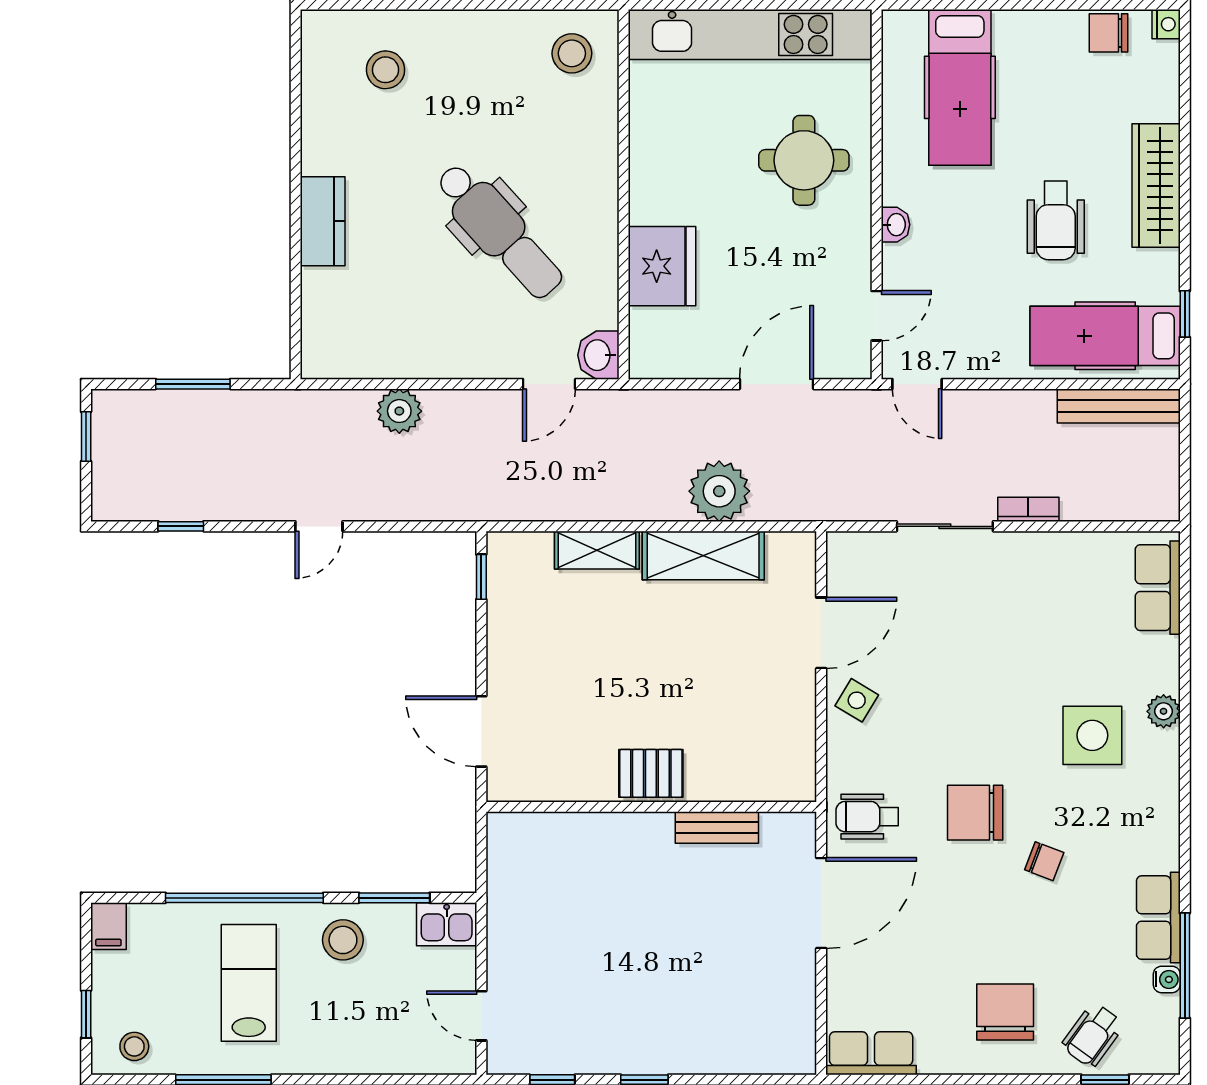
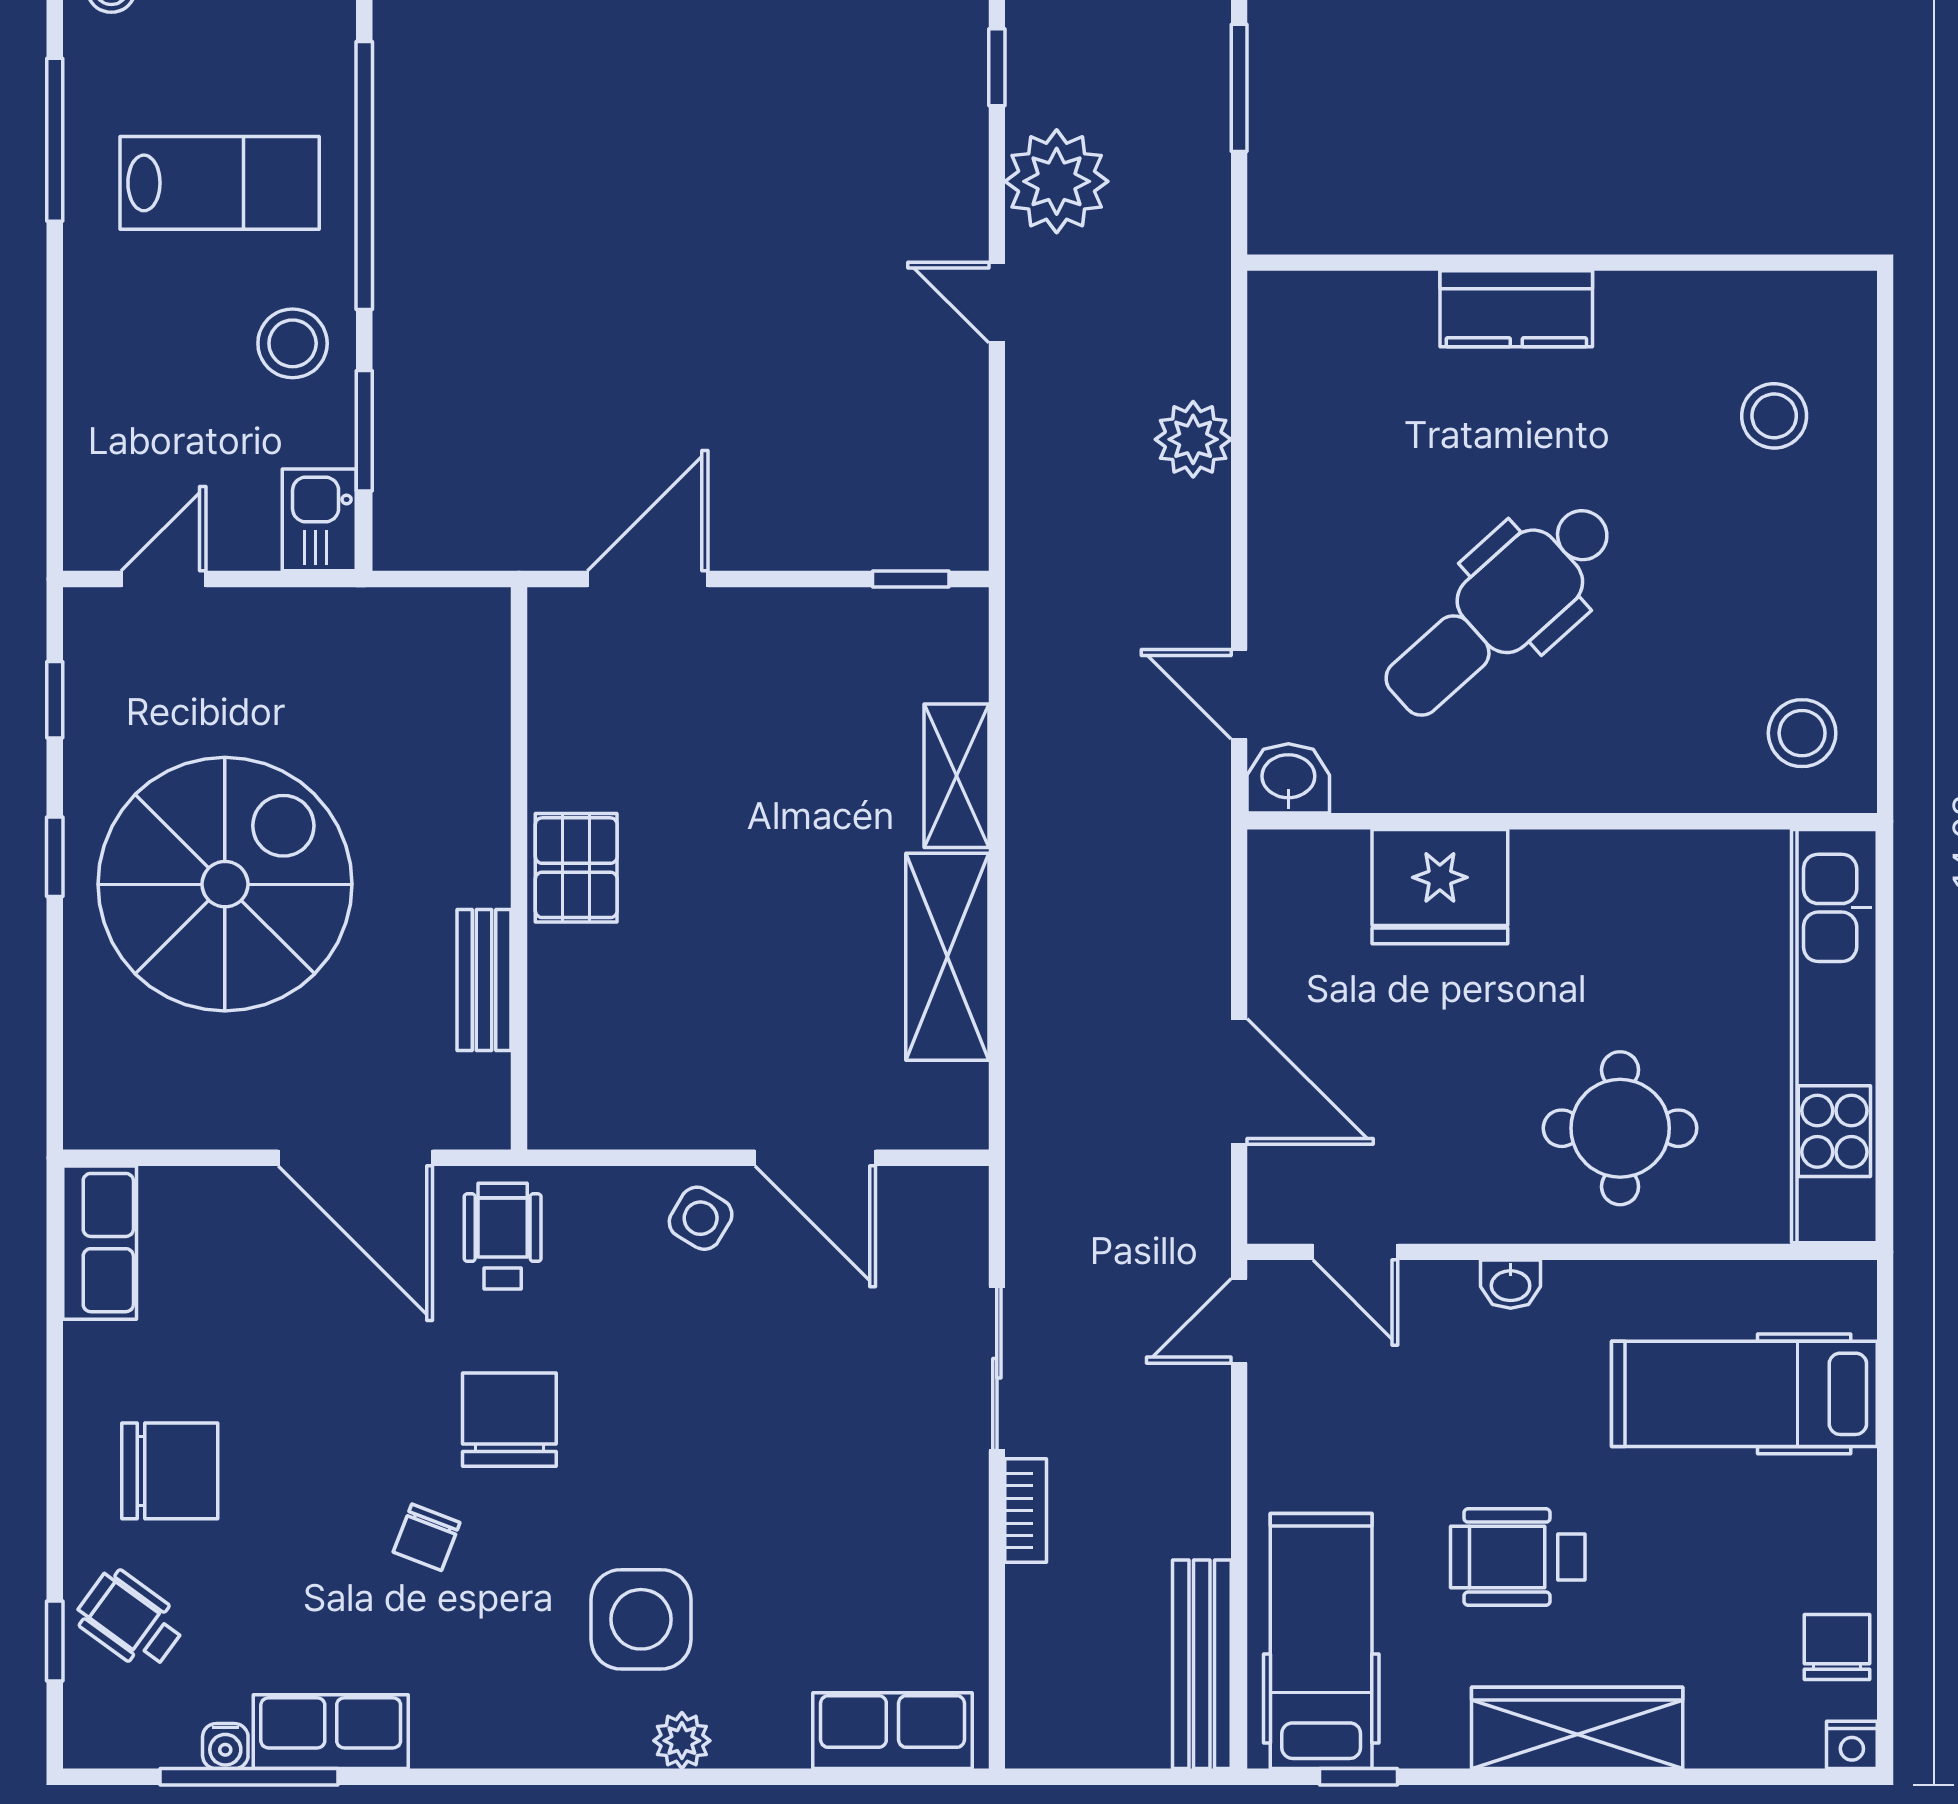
plant: (719, 491) -> (1057, 181), moved
spiral stairs: (661, 980) -> (225, 884), added

